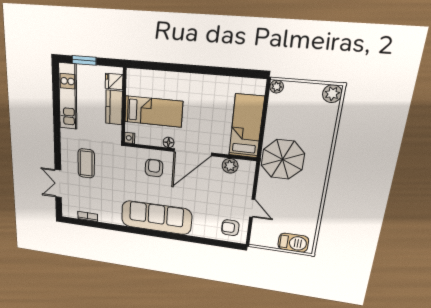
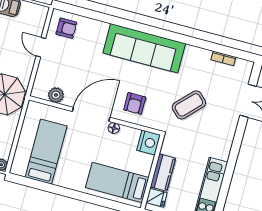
bed: (153, 112) -> (117, 182), moved
bed: (246, 126) -> (46, 152), moved, turned 180
nightstand: (130, 138) -> (148, 143), width x1.89, depth x1.79
coffee table: (86, 163) -> (189, 105), moved, turned 44

